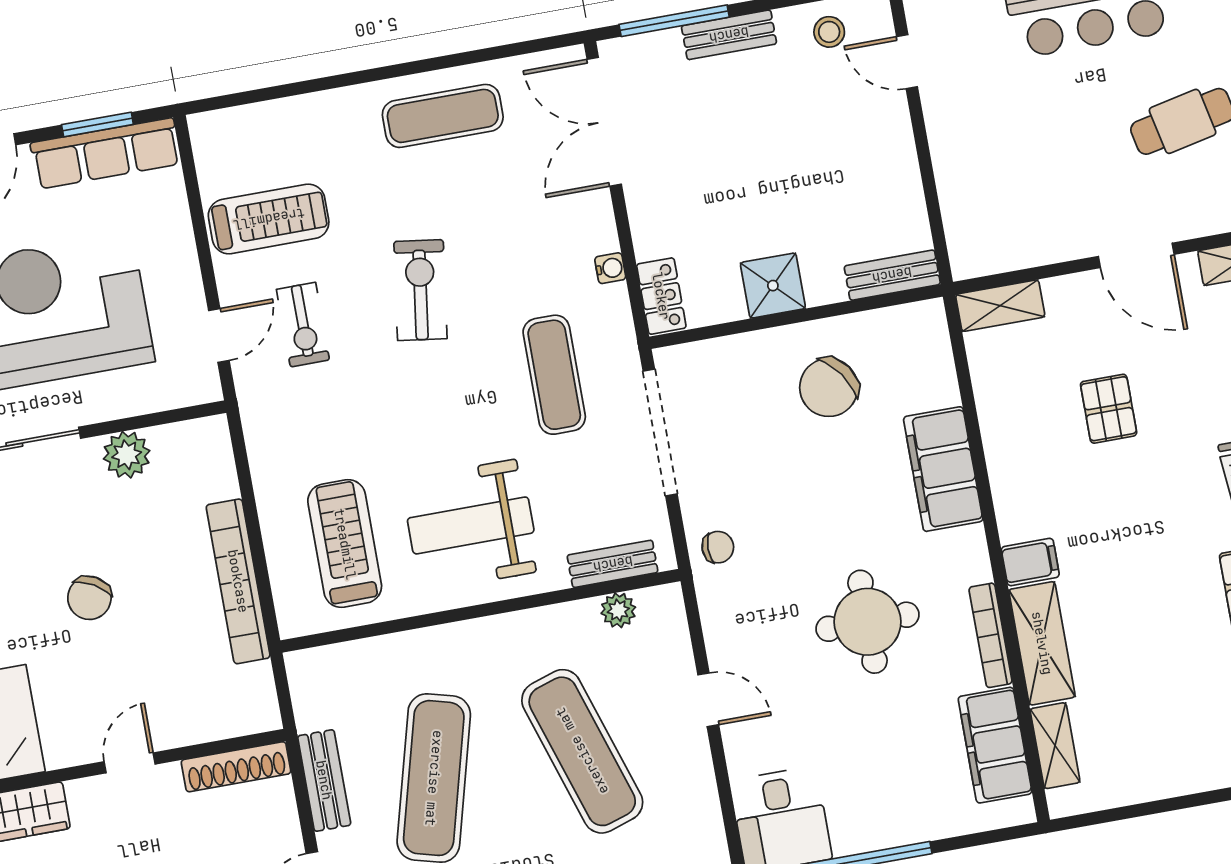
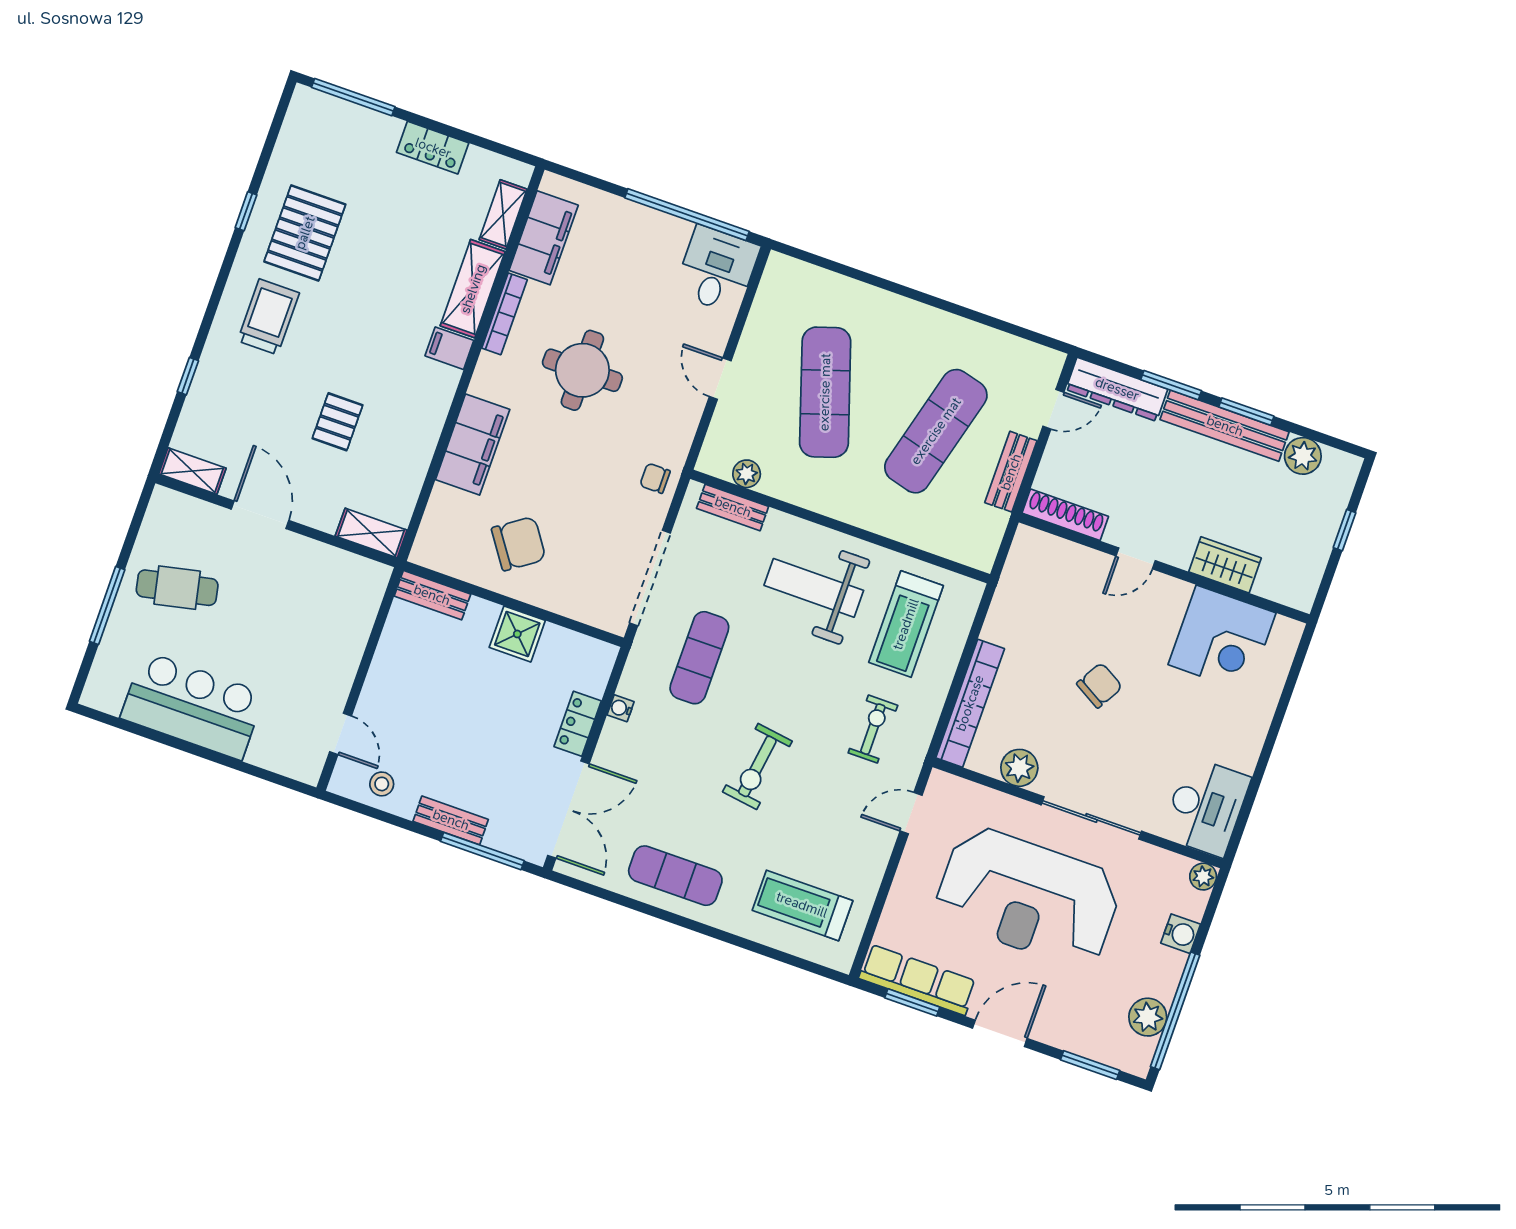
treadmill: (269, 219) -> (802, 905), moved
locker: (661, 296) -> (578, 724), moved
exercise bike: (303, 325) -> (873, 729), moved
weight bench: (471, 525) -> (814, 588), turned 180
bookcase: (238, 581) -> (970, 703), moved
locker: (1176, 775) -> (433, 148), added

